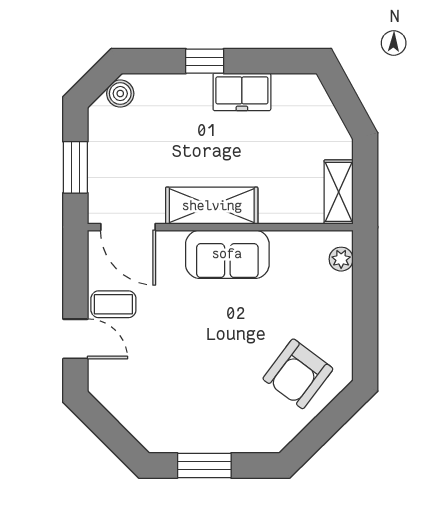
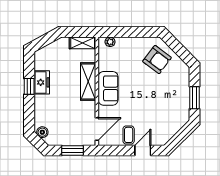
window: (205, 61) -> (29, 86), moved
shelving: (212, 206) -> (88, 82), moved

